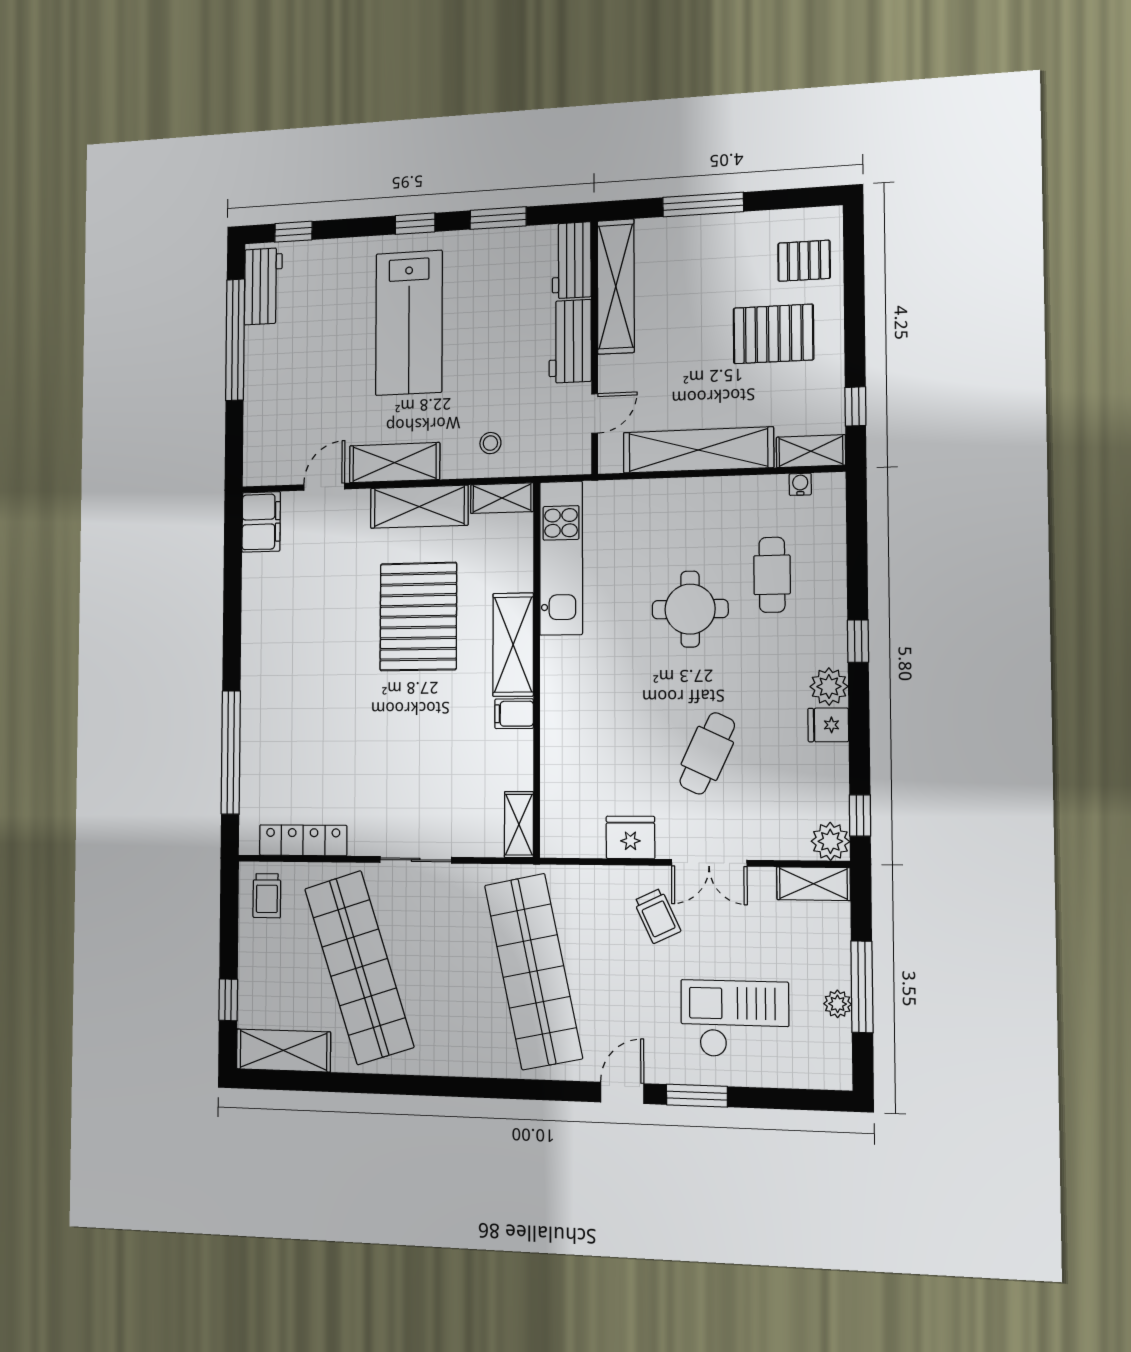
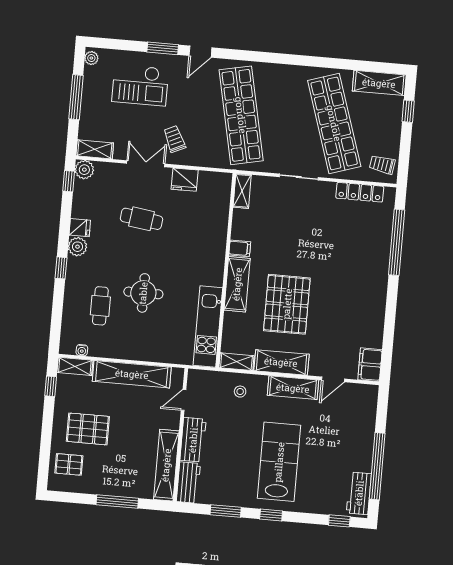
cafe table: (707, 753) -> (142, 219), turned 73
trolley: (267, 896) -> (382, 165), turned -81
plant: (838, 1004) -> (91, 58), moved

